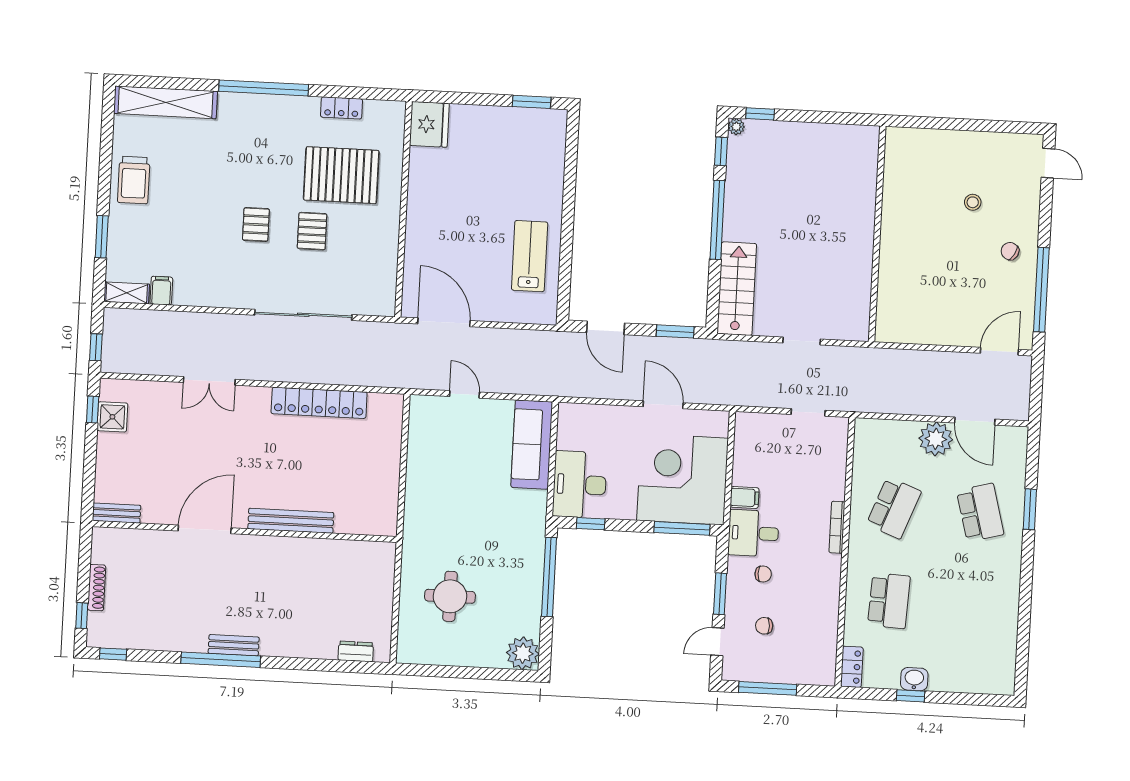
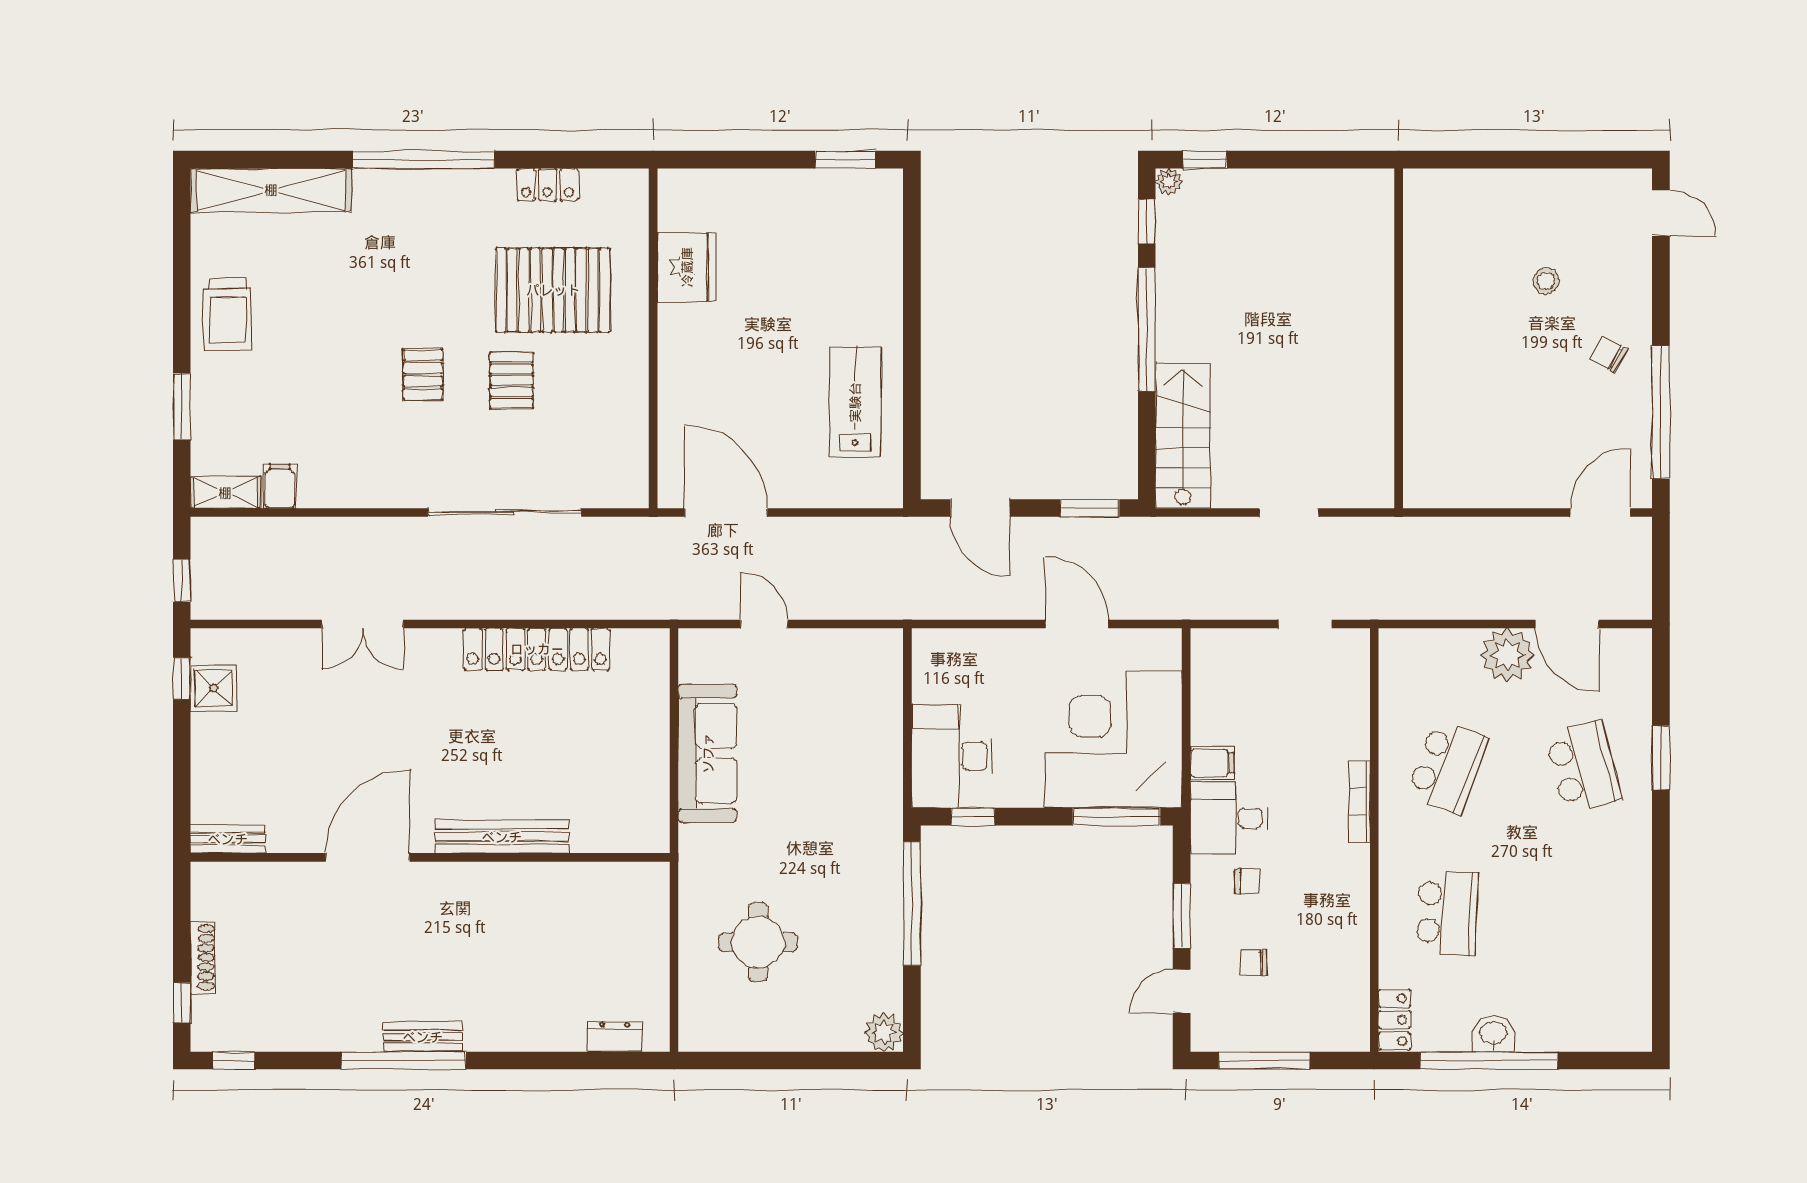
fridge: (429, 124) -> (687, 267), moved
sofa: (532, 445) -> (708, 753), moved, turned 180
plant: (523, 653) -> (884, 1033), width x0.73, depth x0.73
window: (911, 696) -> (1489, 1060), width x3.17

